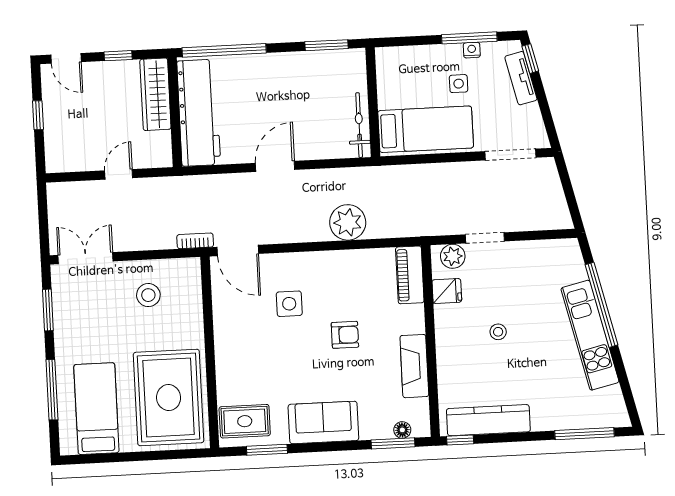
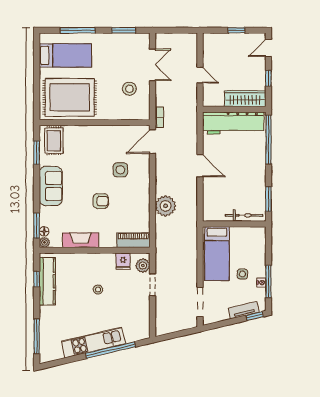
bicycle: (359, 125) -> (244, 215), moved
double door: (86, 258) -> (153, 65), moved
armchair: (345, 335) -> (101, 201), turned -90
plant: (421, 428) -> (44, 242), added
window: (460, 440) -> (37, 279), moved

